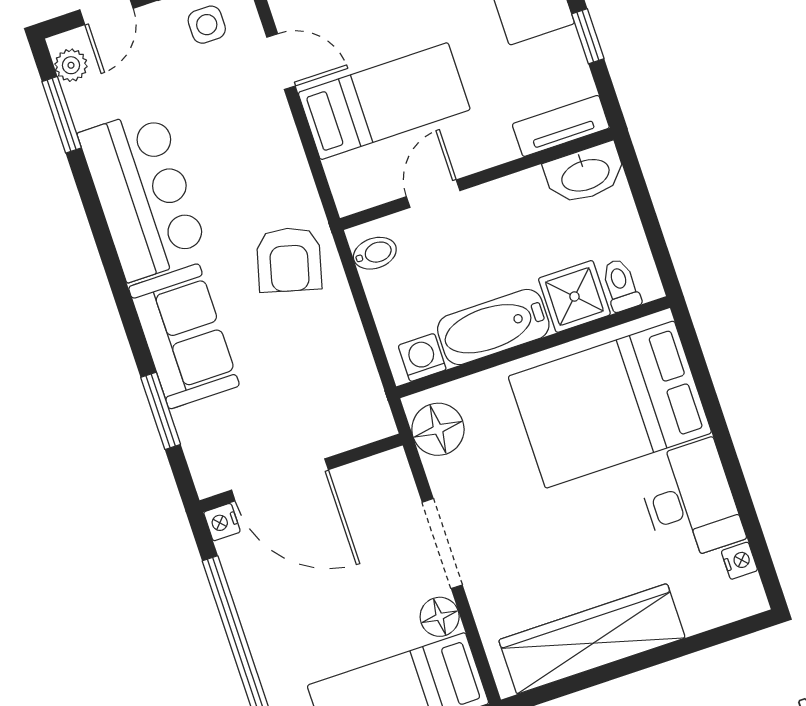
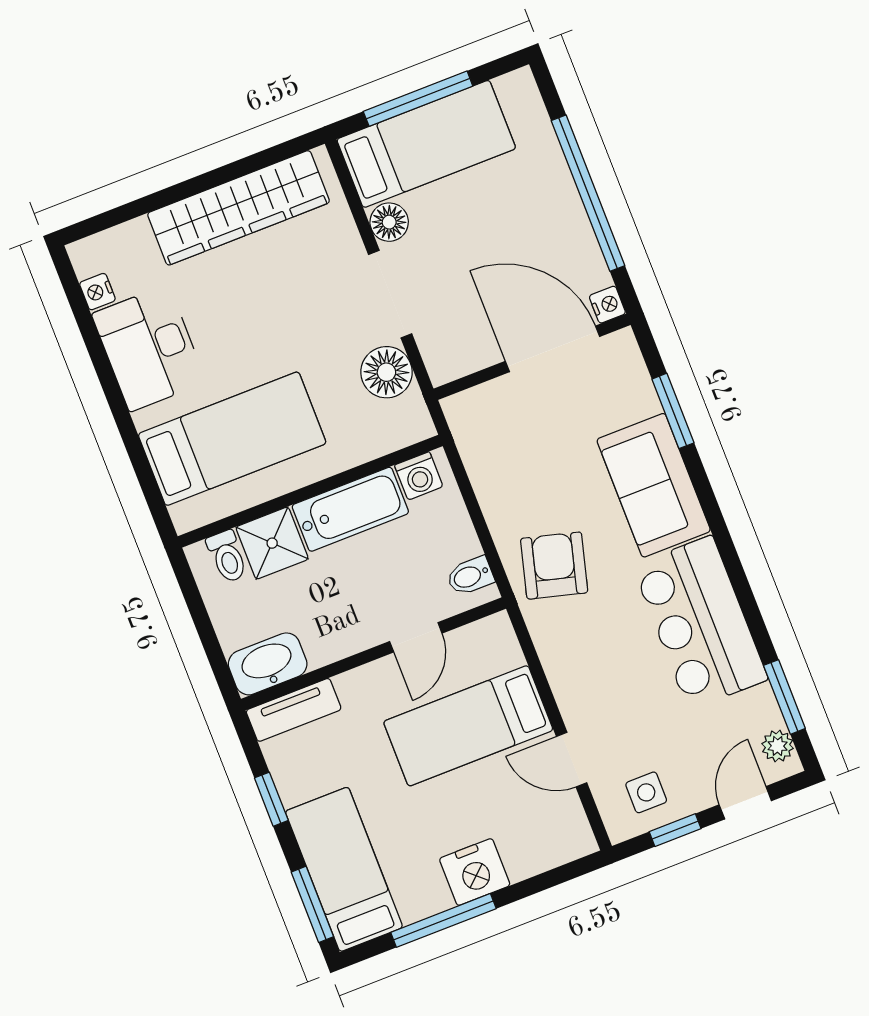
bed: (610, 405) -> (232, 439), width x0.67
floor lamp: (438, 429) -> (386, 372), moved

